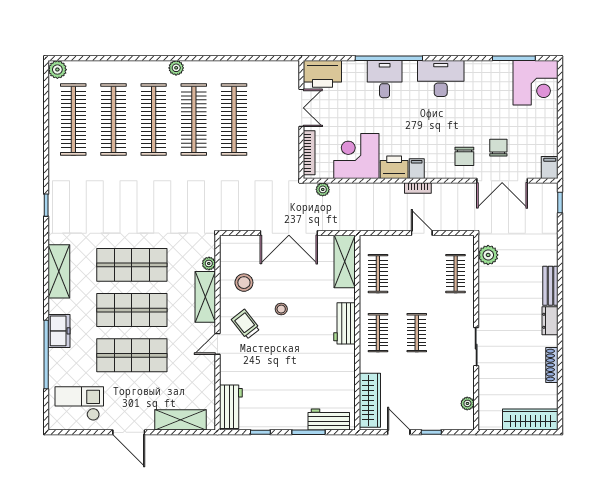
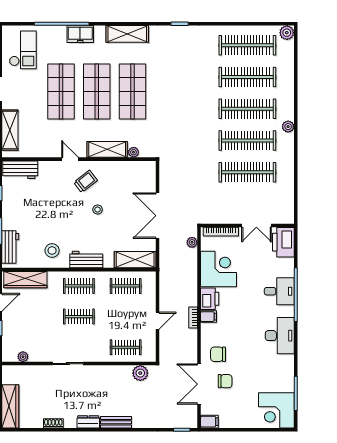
stool: (244, 283) -> (52, 250), moved
shoe rack: (552, 365) -> (53, 423), width x0.70

